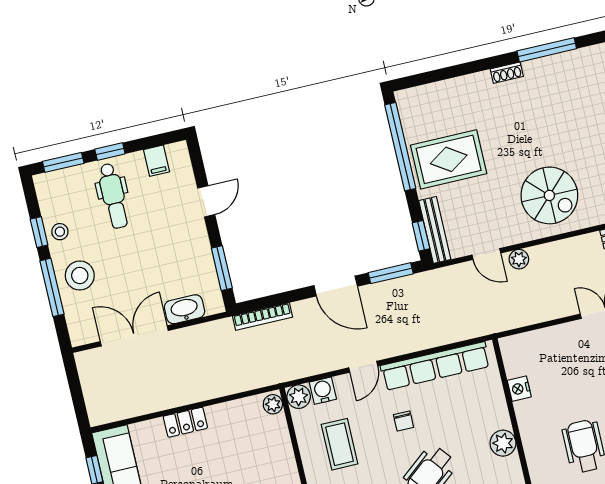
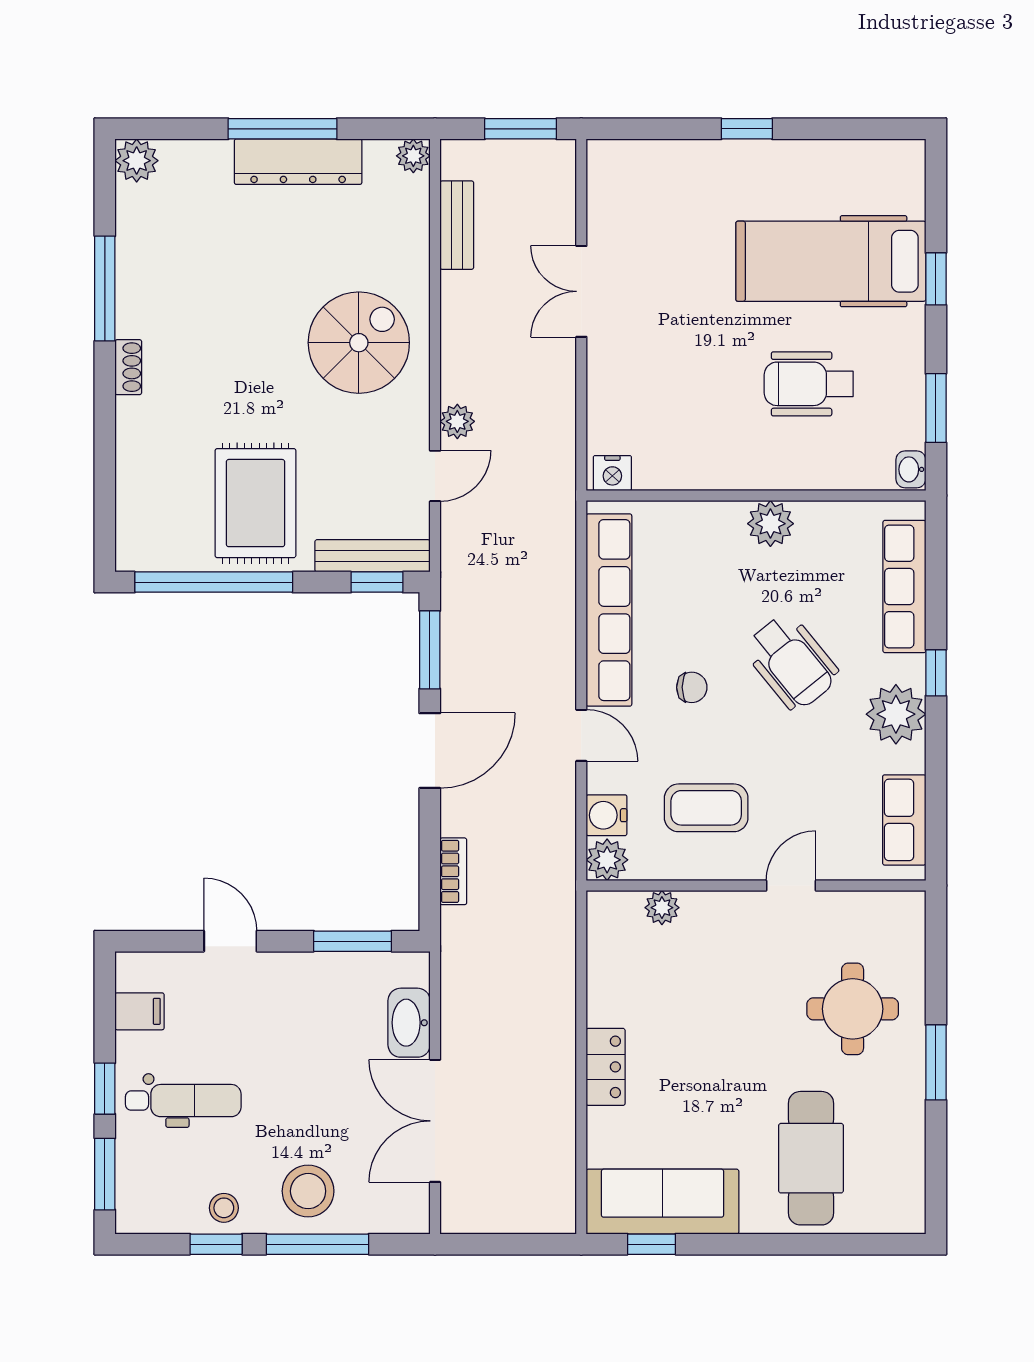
bookcase: (263, 317) -> (453, 871), width x0.64
nightstand: (519, 389) -> (612, 473), moved
plant: (273, 404) -> (662, 908), moved

